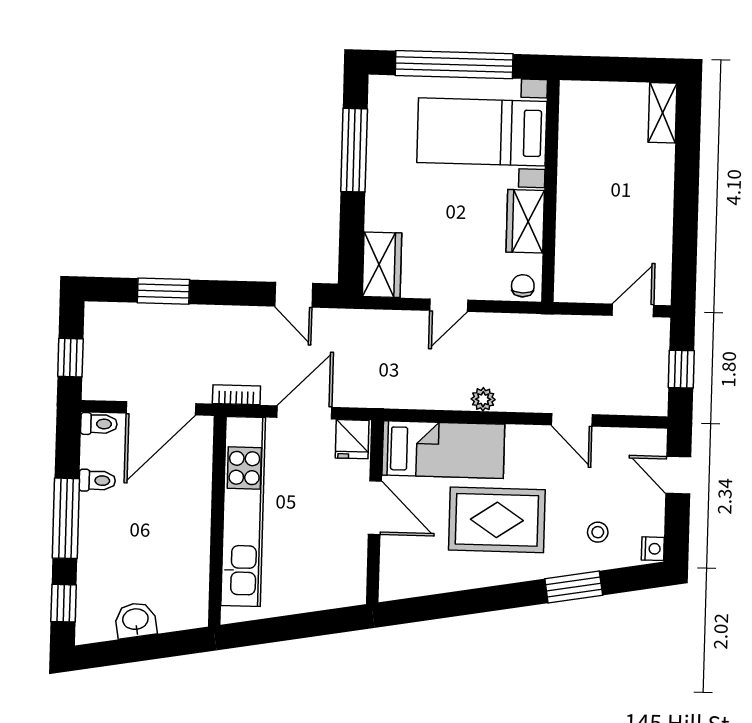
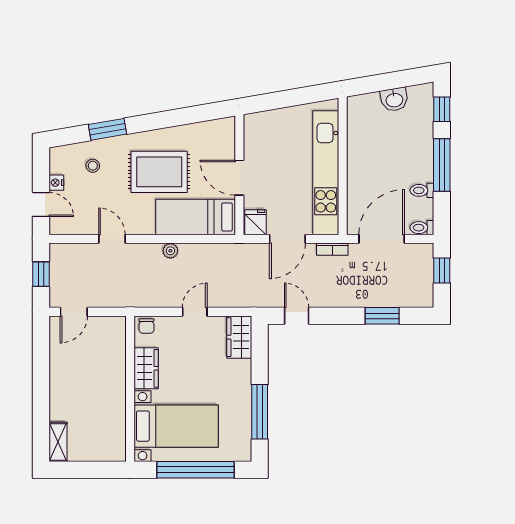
nightstand: (653, 549) -> (56, 183), moved

